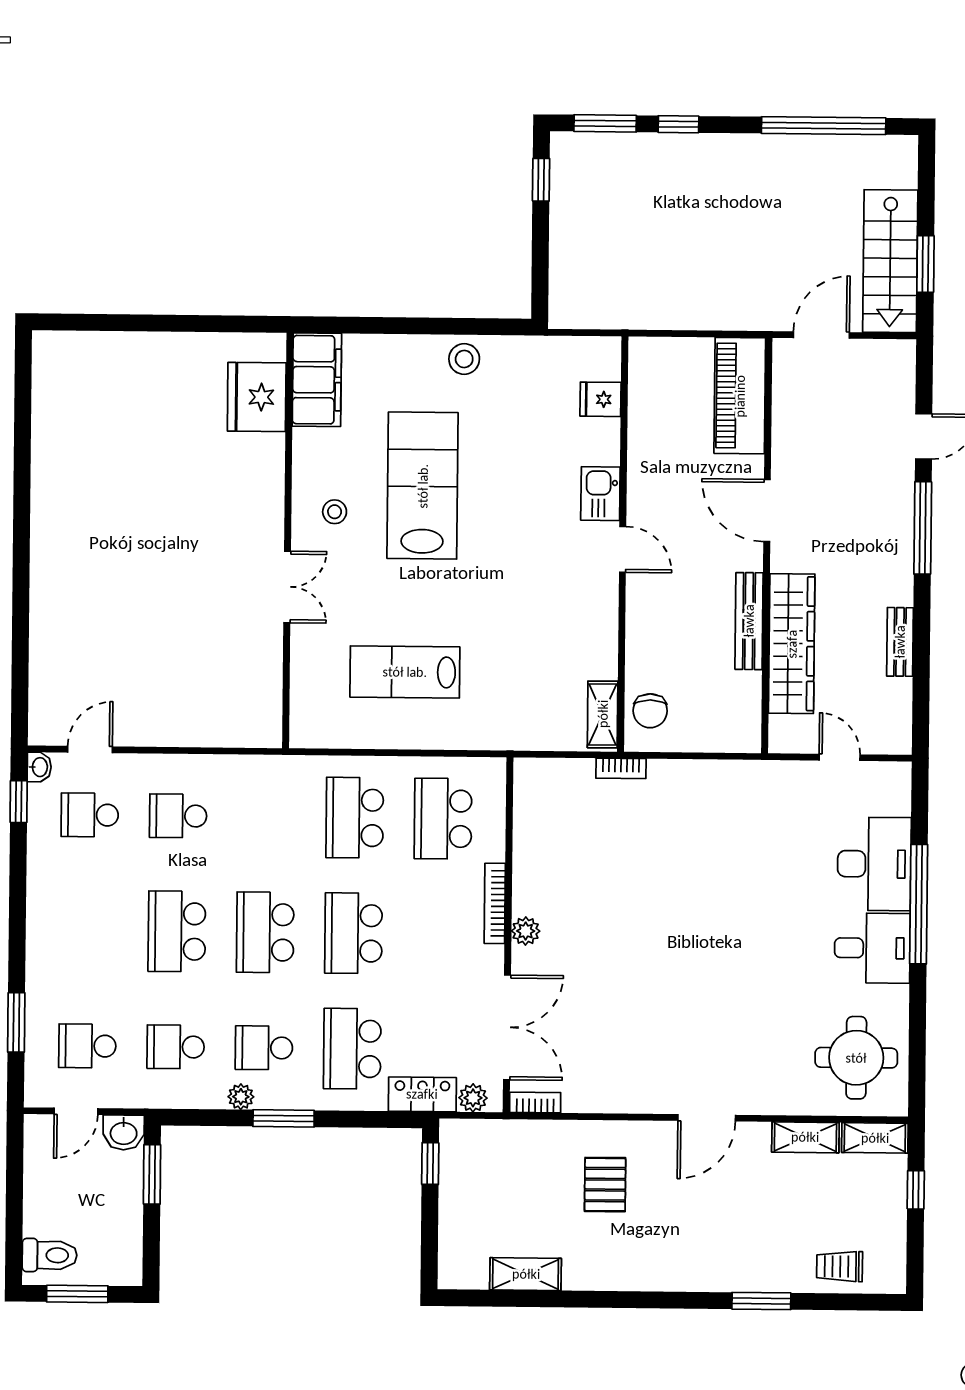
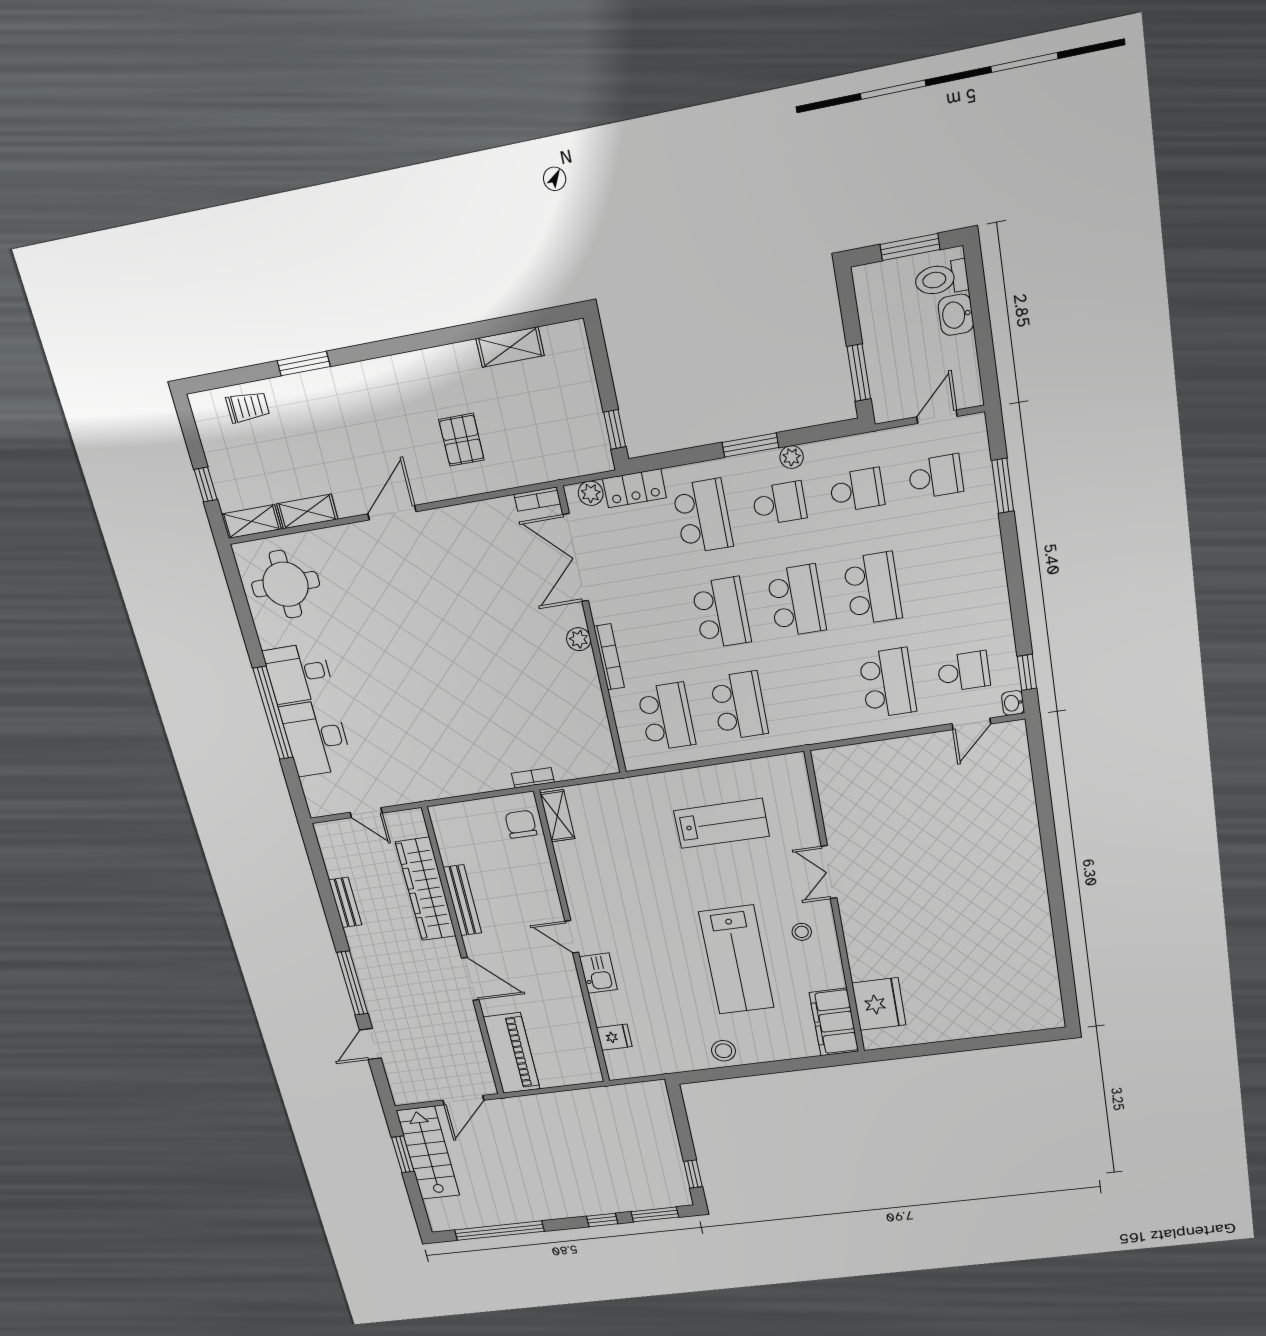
school desk: (178, 816) -> (888, 683), width x1.85
washbasin: (124, 1132) -> (956, 315), moved, turned -90

